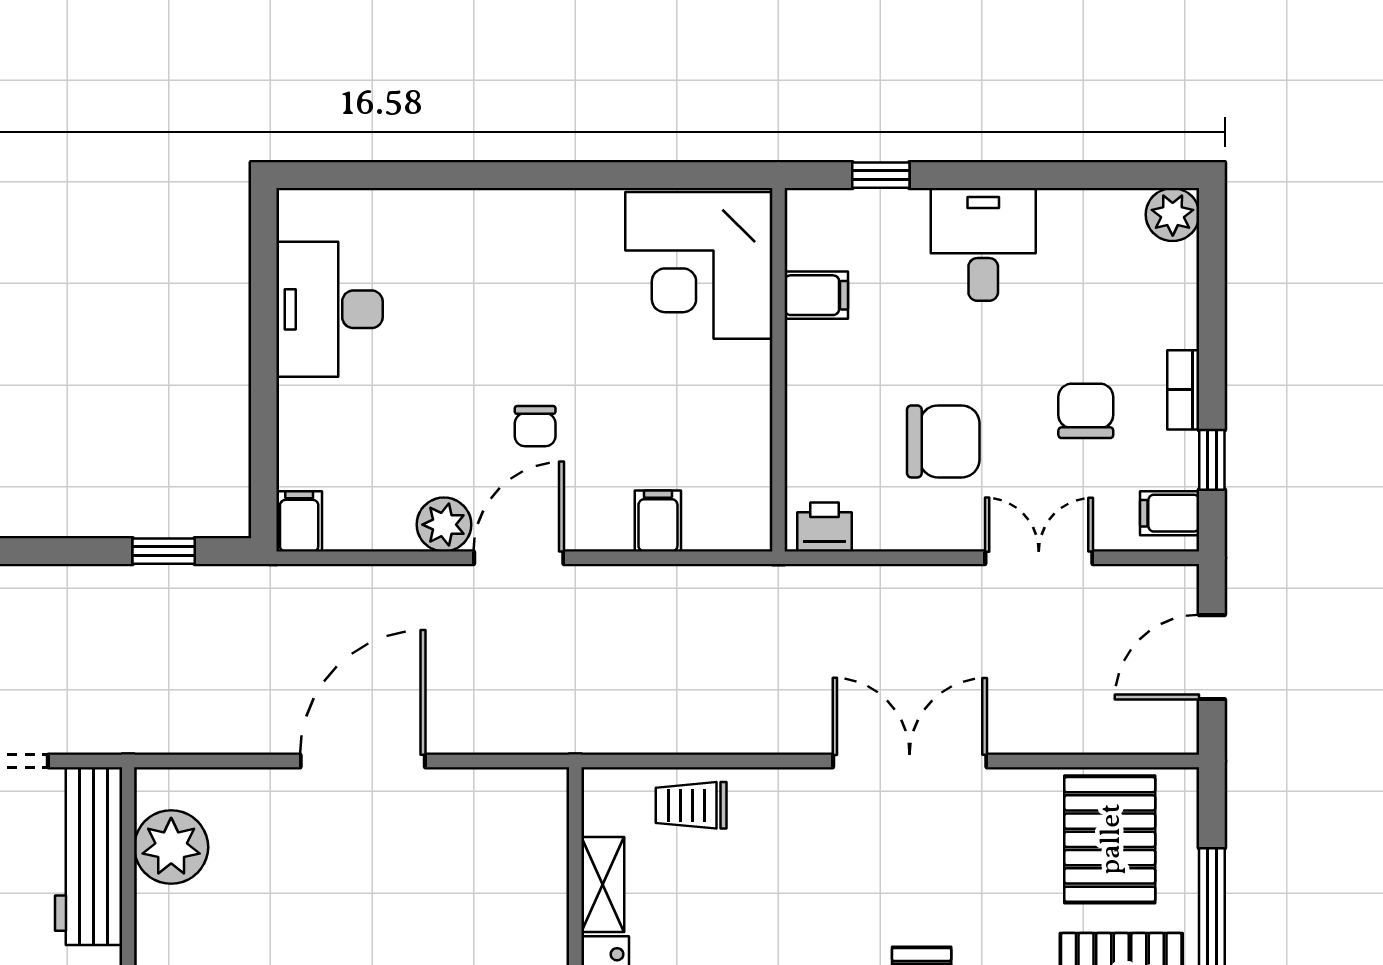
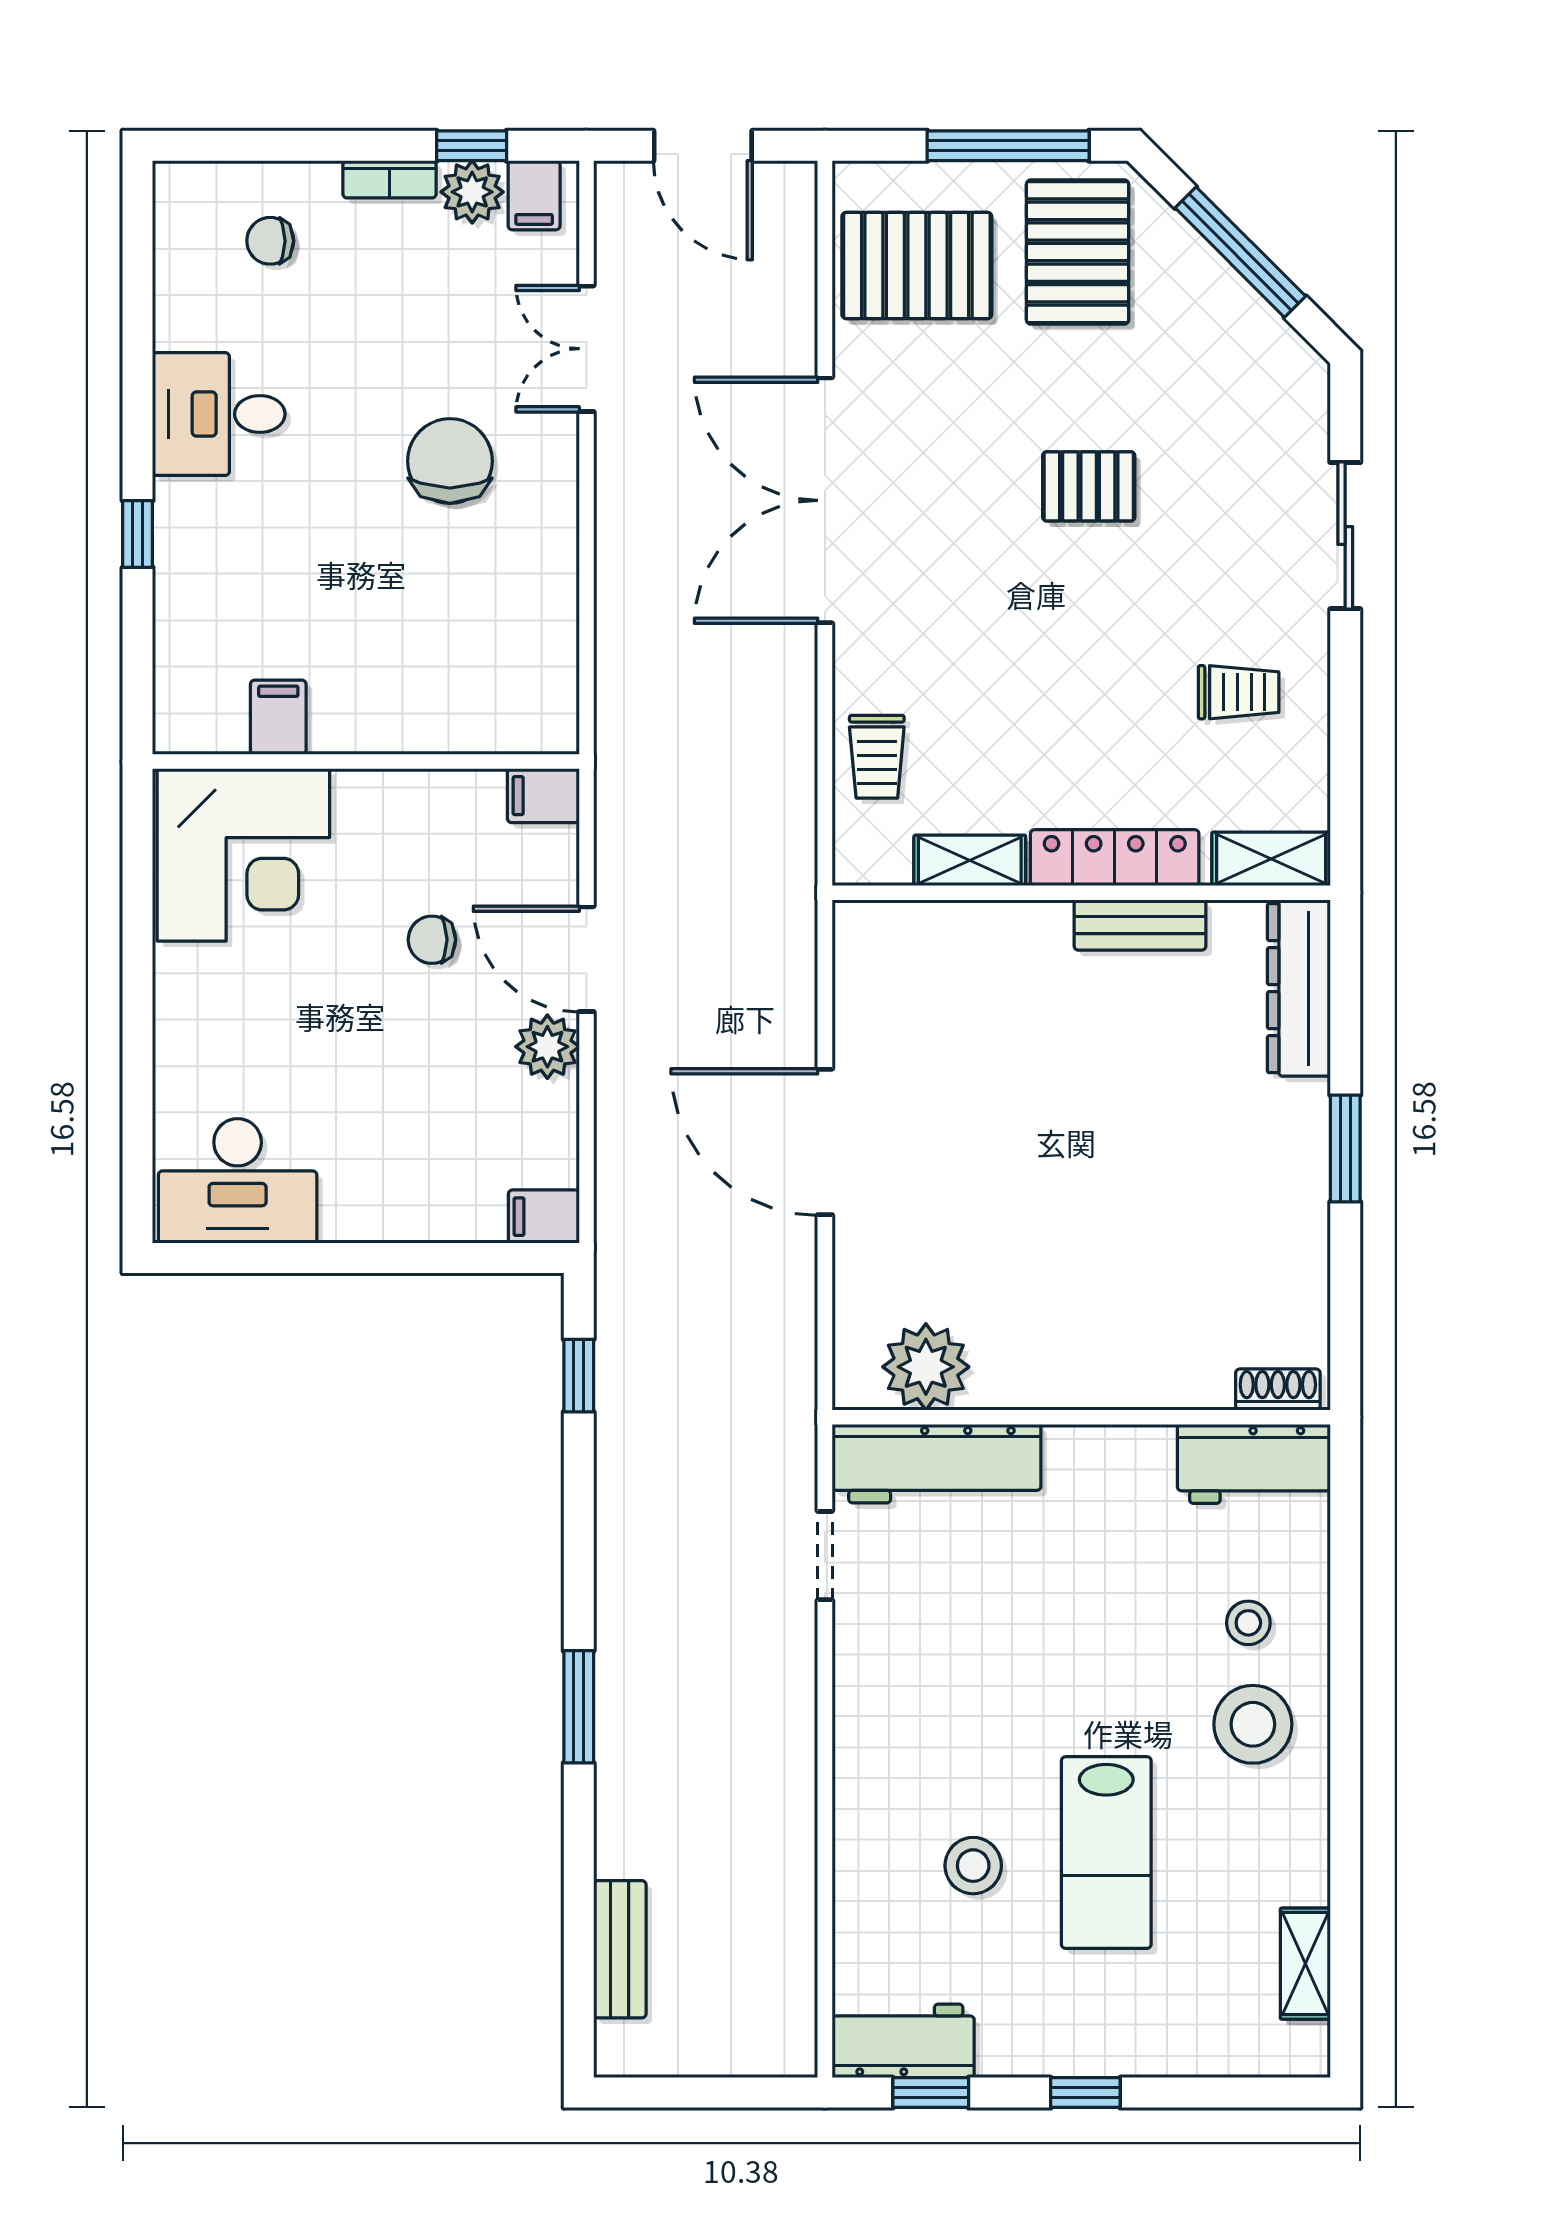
plant: (1173, 215) -> (472, 192), moved
corner desk: (699, 265) -> (243, 855), moved
filing cabinet: (816, 295) -> (278, 717), moved
desk: (330, 309) -> (238, 1181), moved
wall: (778, 370) -> (366, 762), moved
chair: (1086, 411) -> (270, 241), moved, width x0.73, depth x0.73
chair: (535, 426) -> (432, 940), turned 180
printer: (825, 527) -> (550, 600), removed
double door: (910, 761) -> (825, 500), width x1.36

